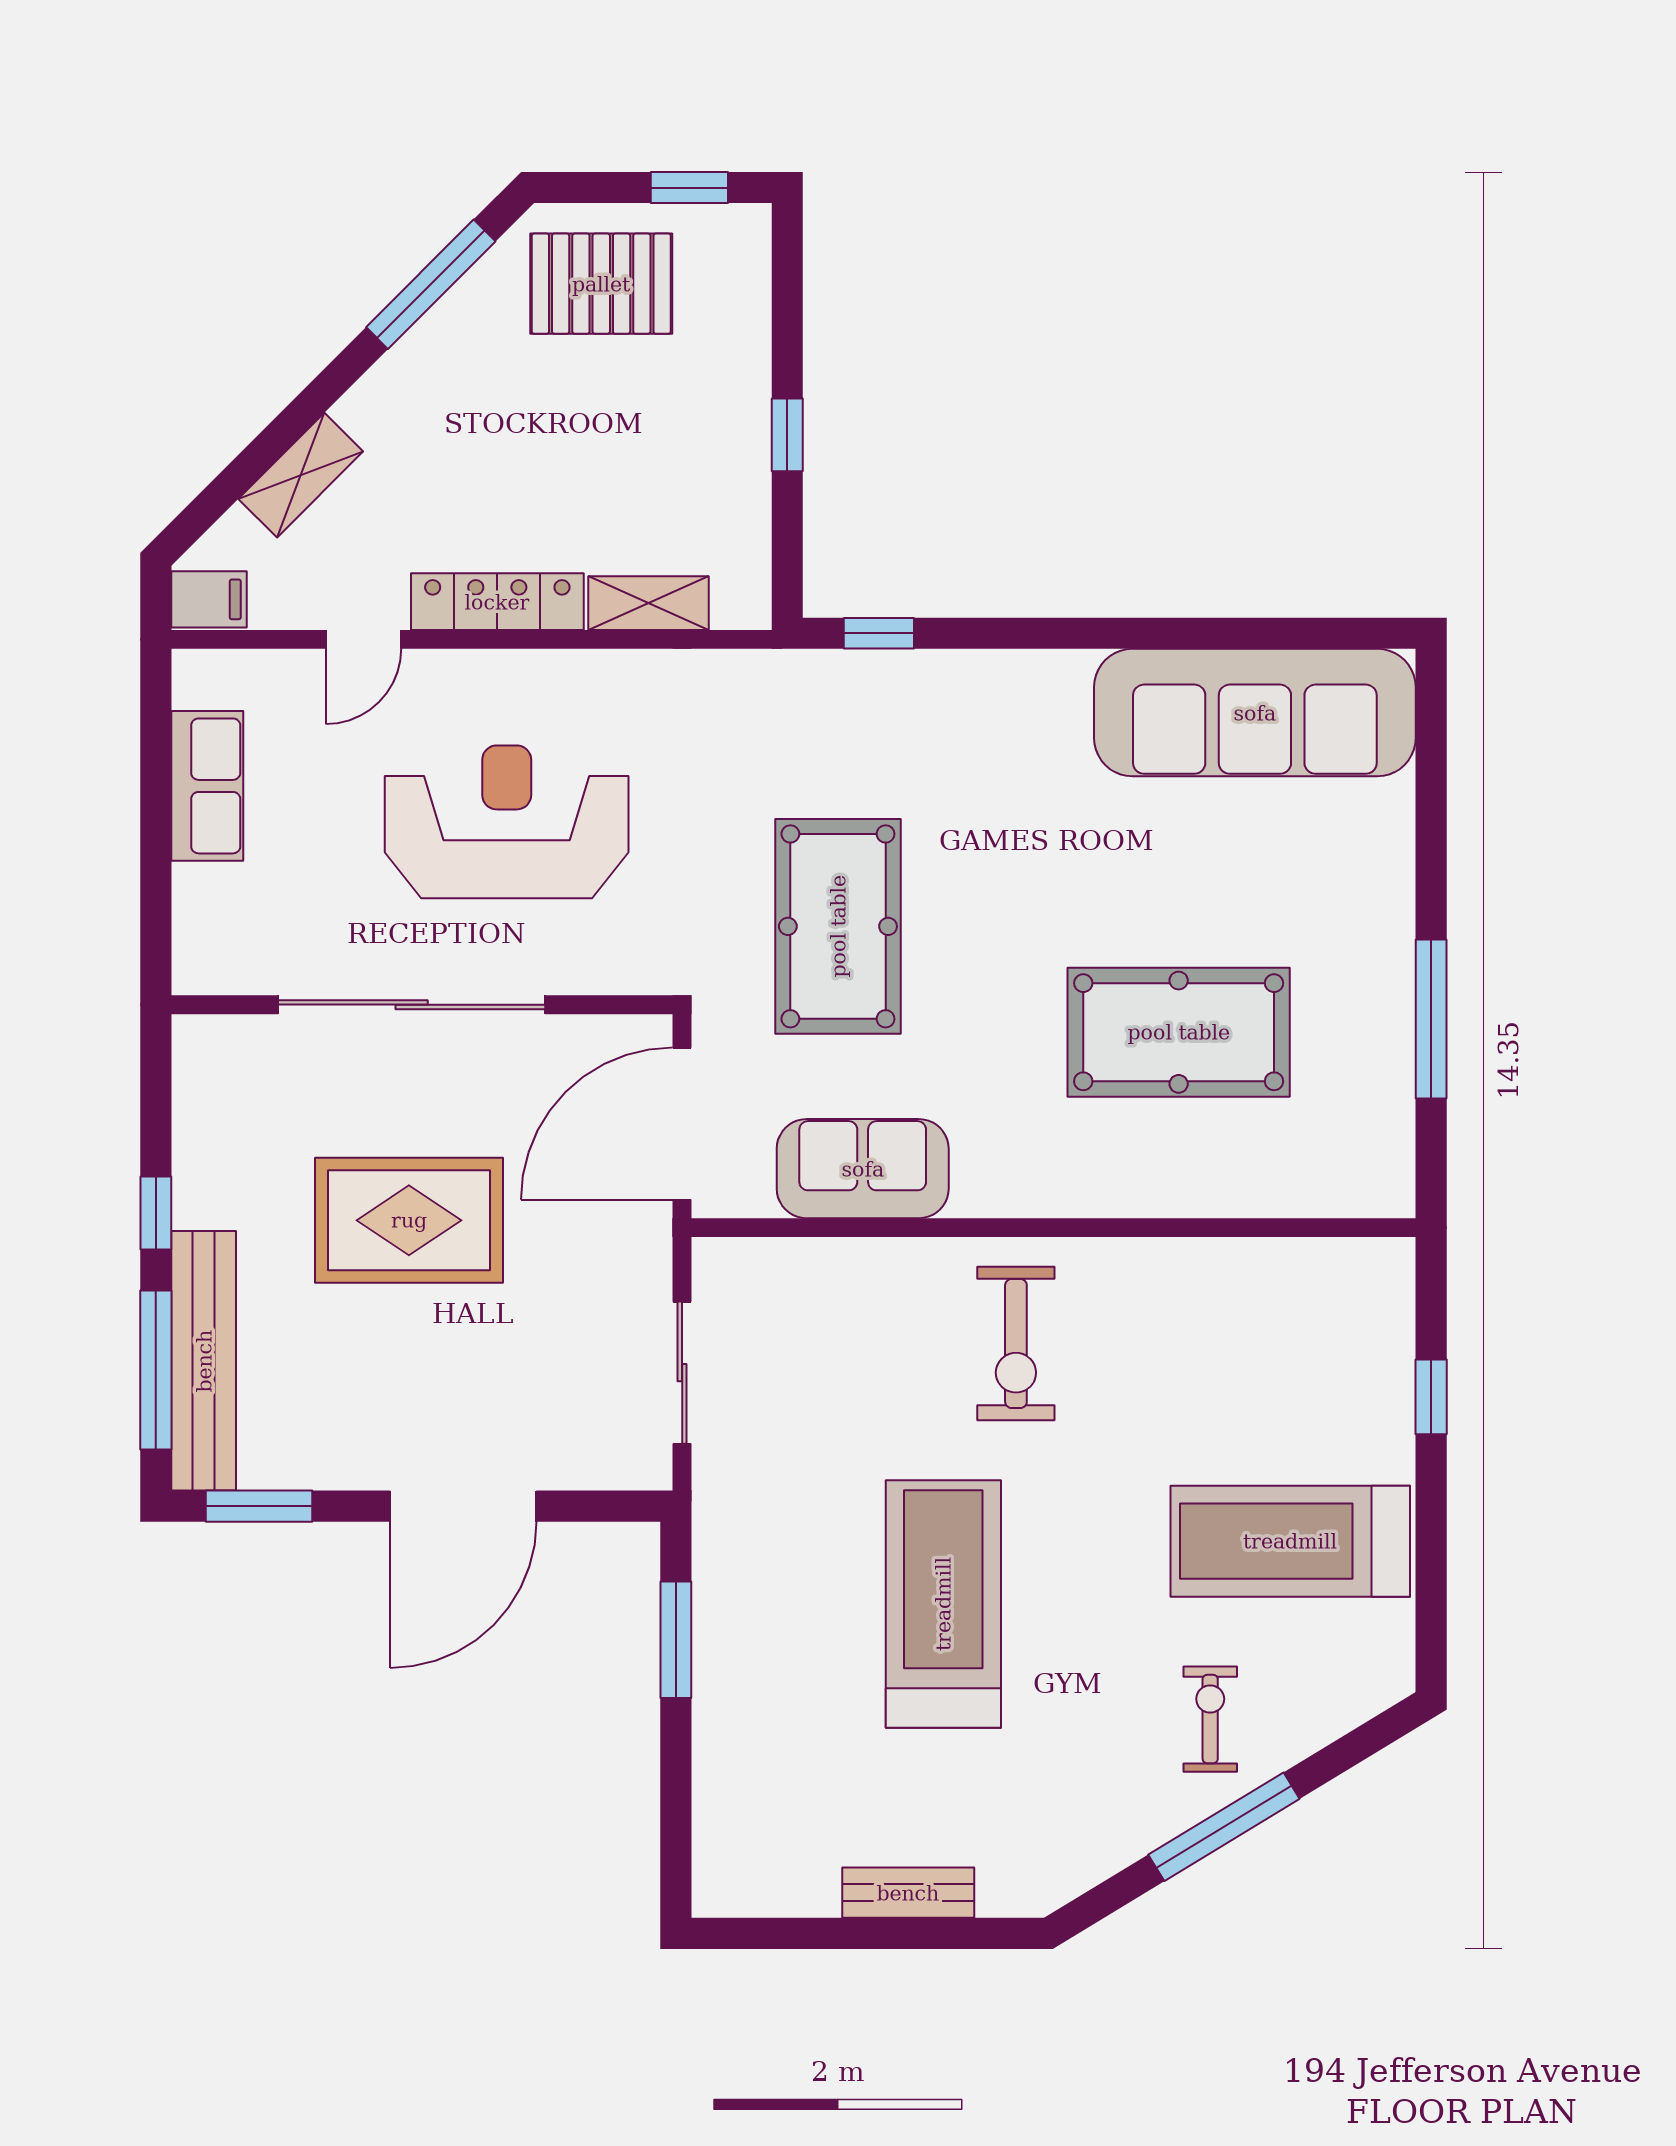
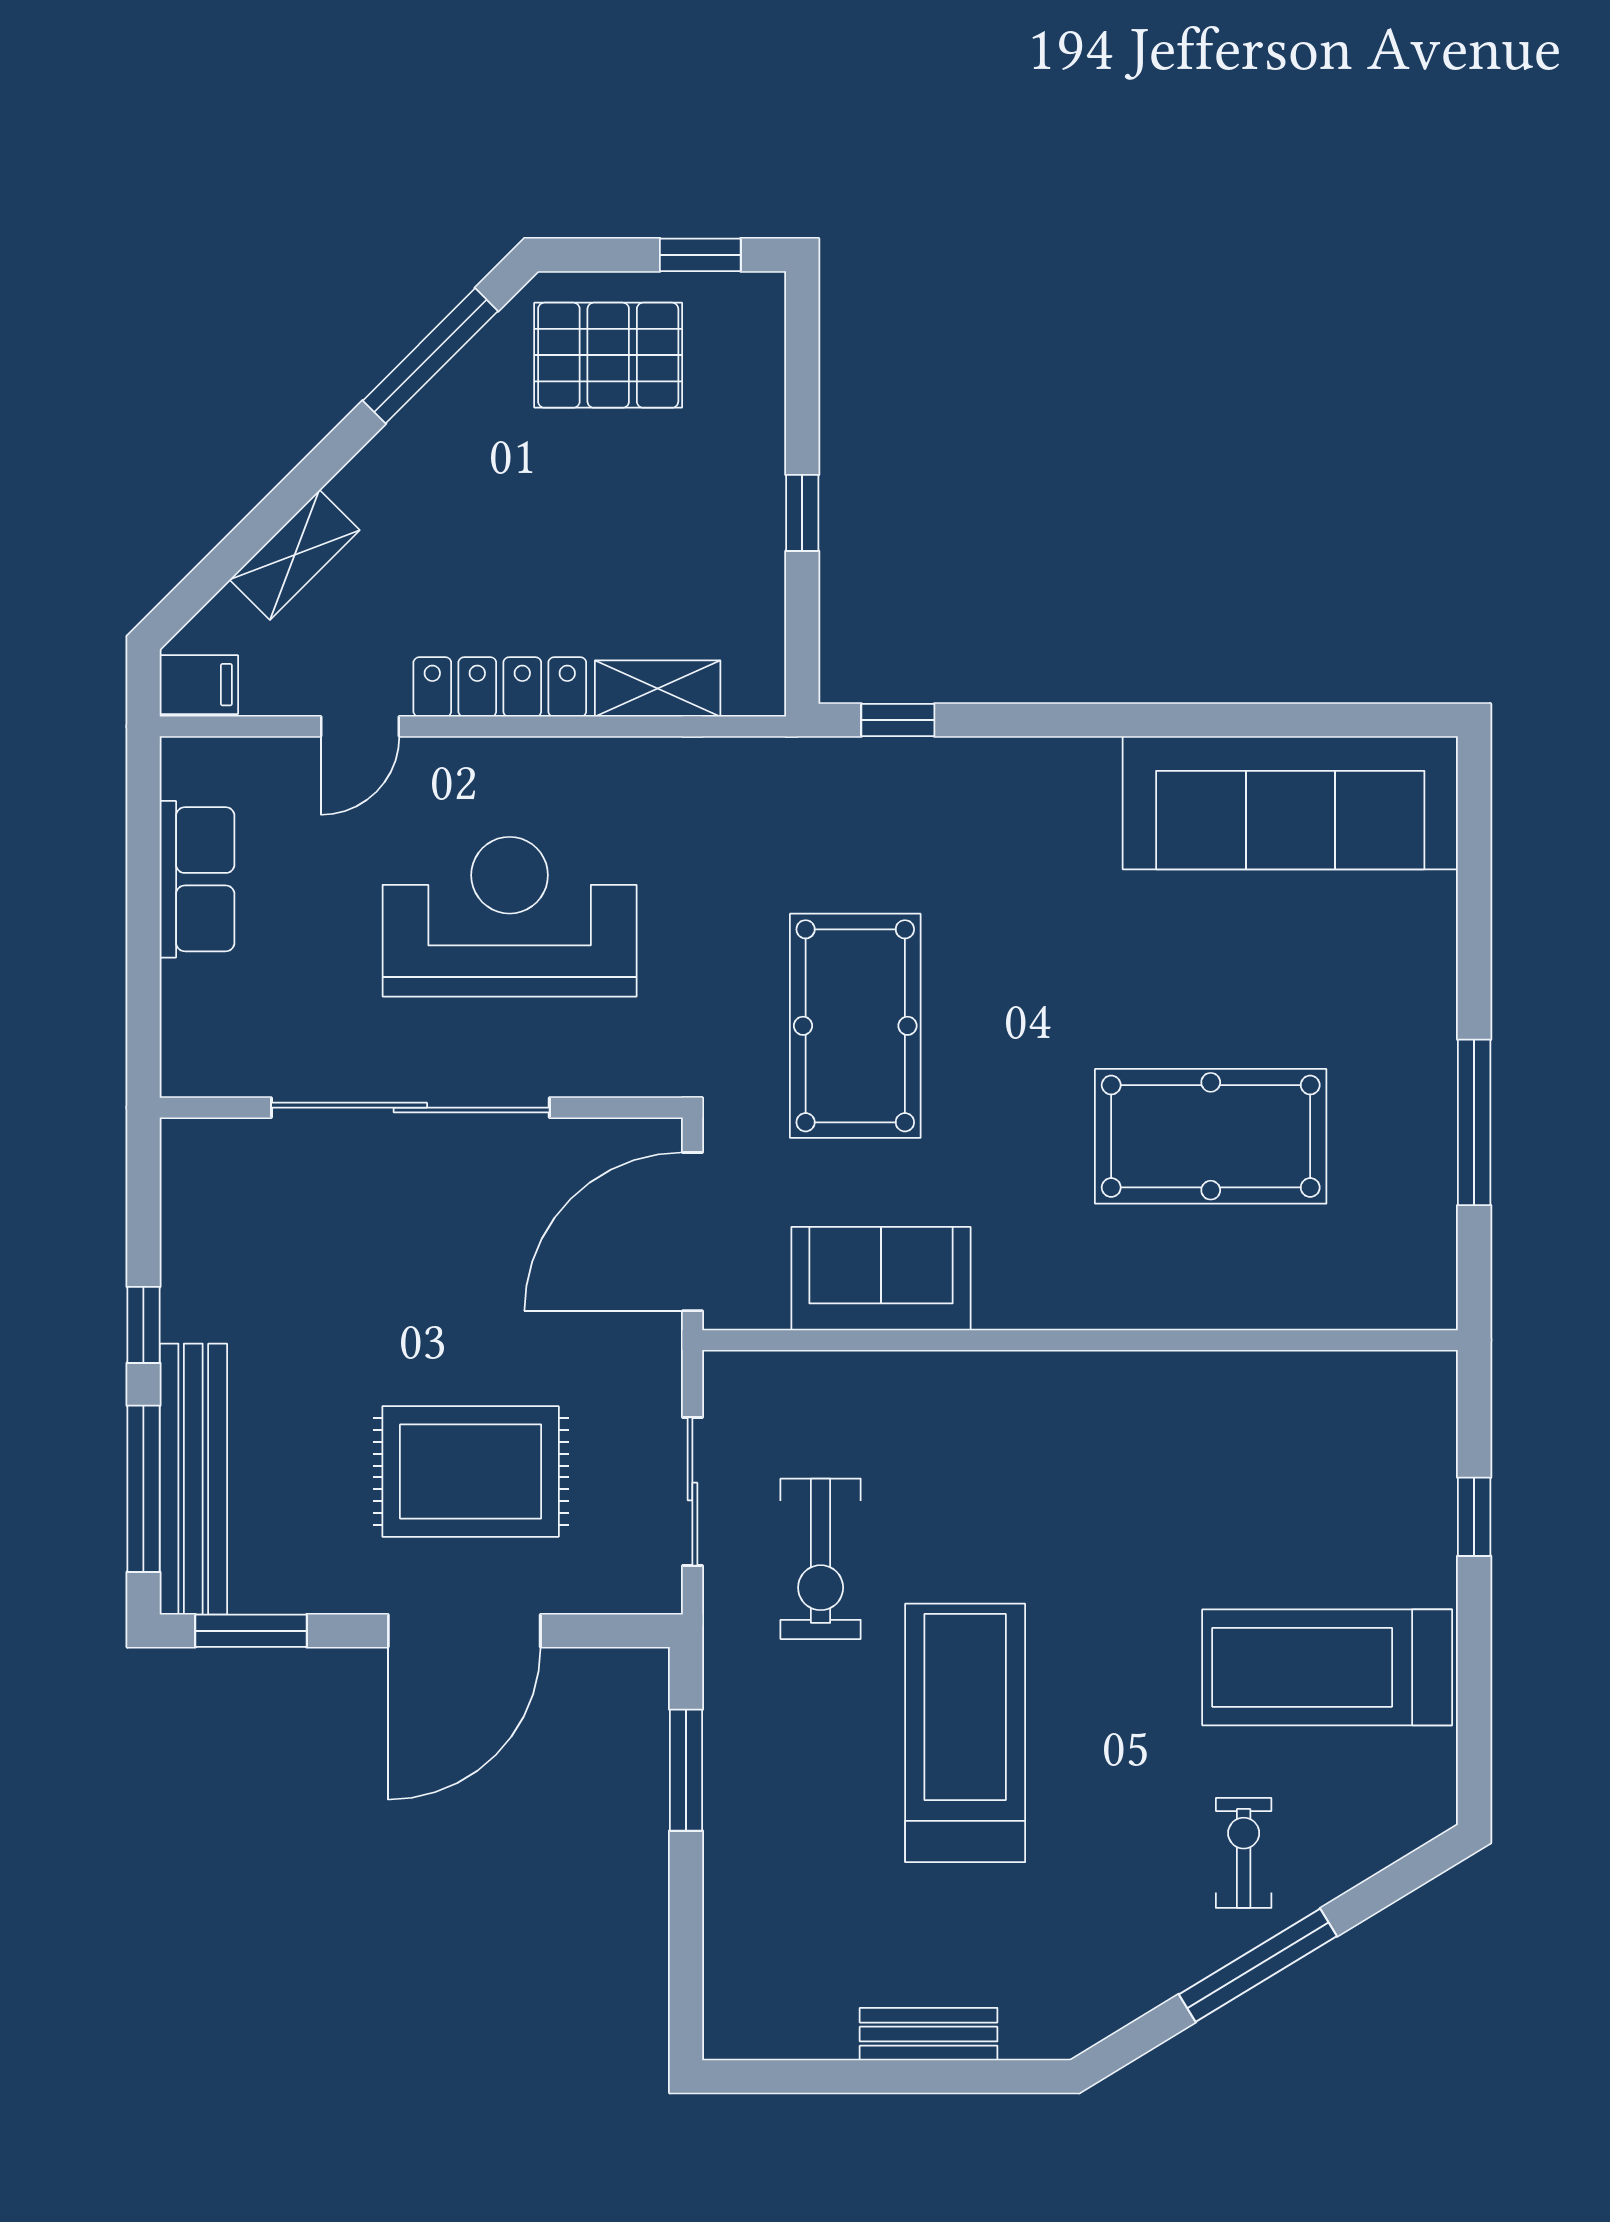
rug: (409, 1220) -> (471, 1472), moved
exercise bike: (1016, 1343) -> (821, 1559), moved

